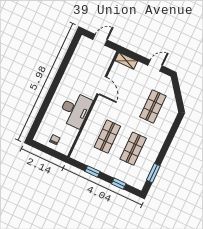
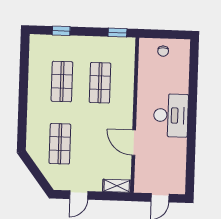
desk: (75, 110) -> (171, 115), moved, turned 180
window: (93, 171) -> (117, 33), moved
window: (153, 173) -> (24, 62), removed

